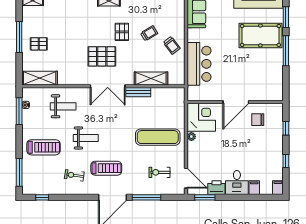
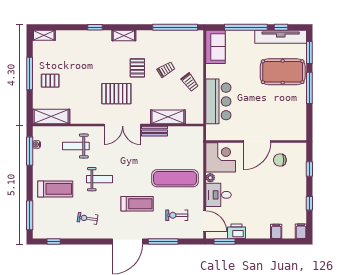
weight bench: (63, 106) -> (76, 146), turned 180
treadmill: (106, 168) -> (137, 204), moved
desk: (237, 183) -> (218, 195), moved, turned 90

